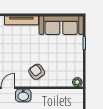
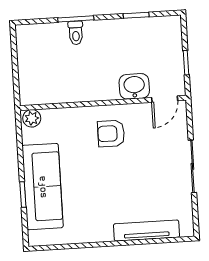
sofa: (61, 25) -> (43, 187), moved, turned 90
armchair: (37, 72) -> (111, 133), turned 125

